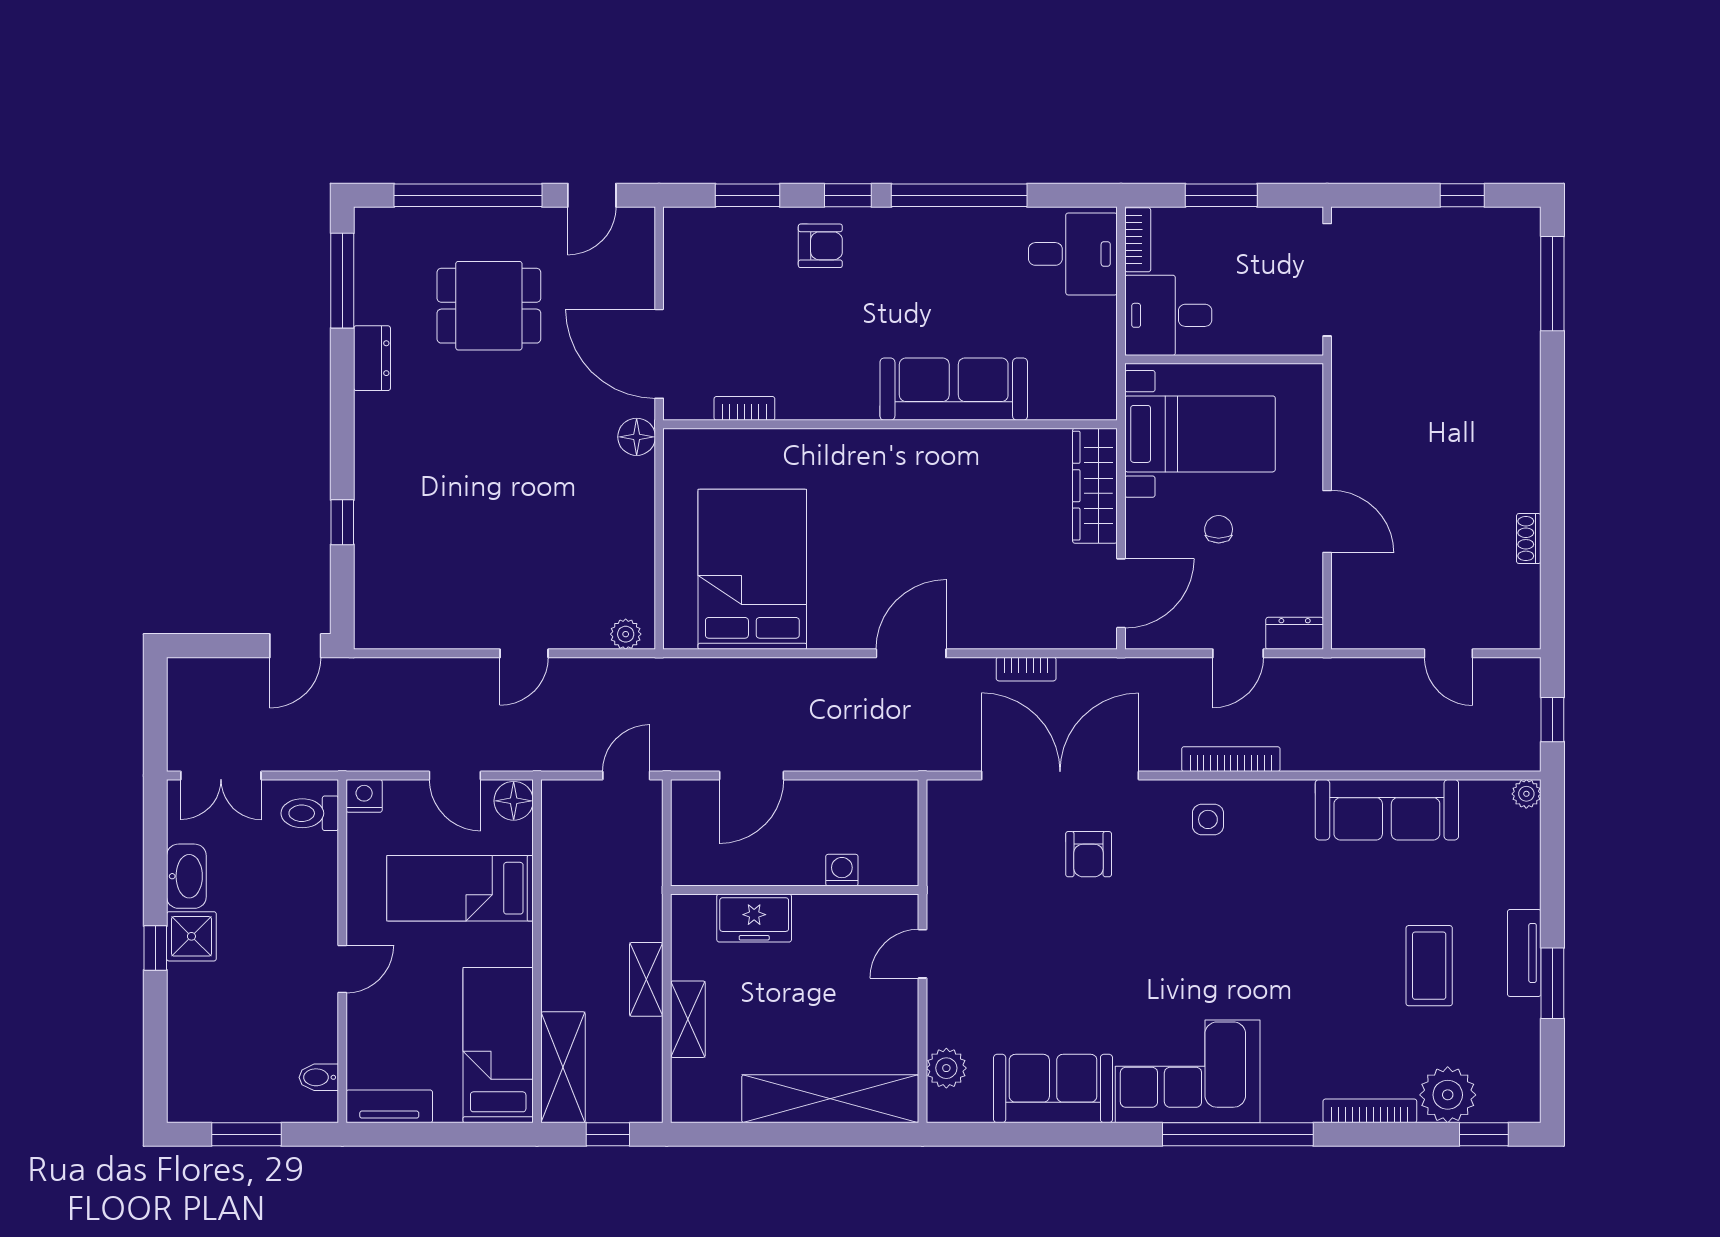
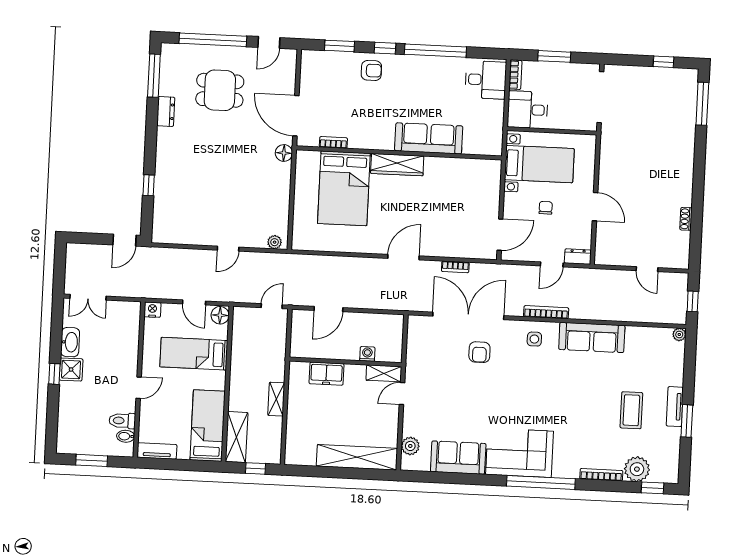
wardrobe: (1095, 486) -> (397, 165), moved, turned -90
bed: (752, 569) -> (344, 188), moved, turned 180
sofa: (1387, 810) -> (592, 337), moved
toilet: (310, 813) -> (122, 421), moved
shelving: (688, 1019) -> (384, 373), moved, turned 90

